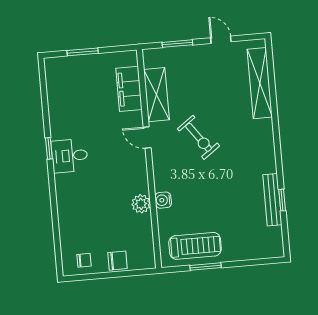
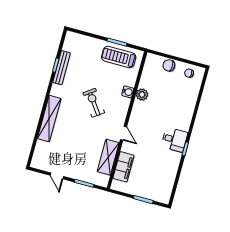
shelving: (260, 83) -> (49, 119), moved
exercise bike: (199, 137) -> (94, 103), moved

